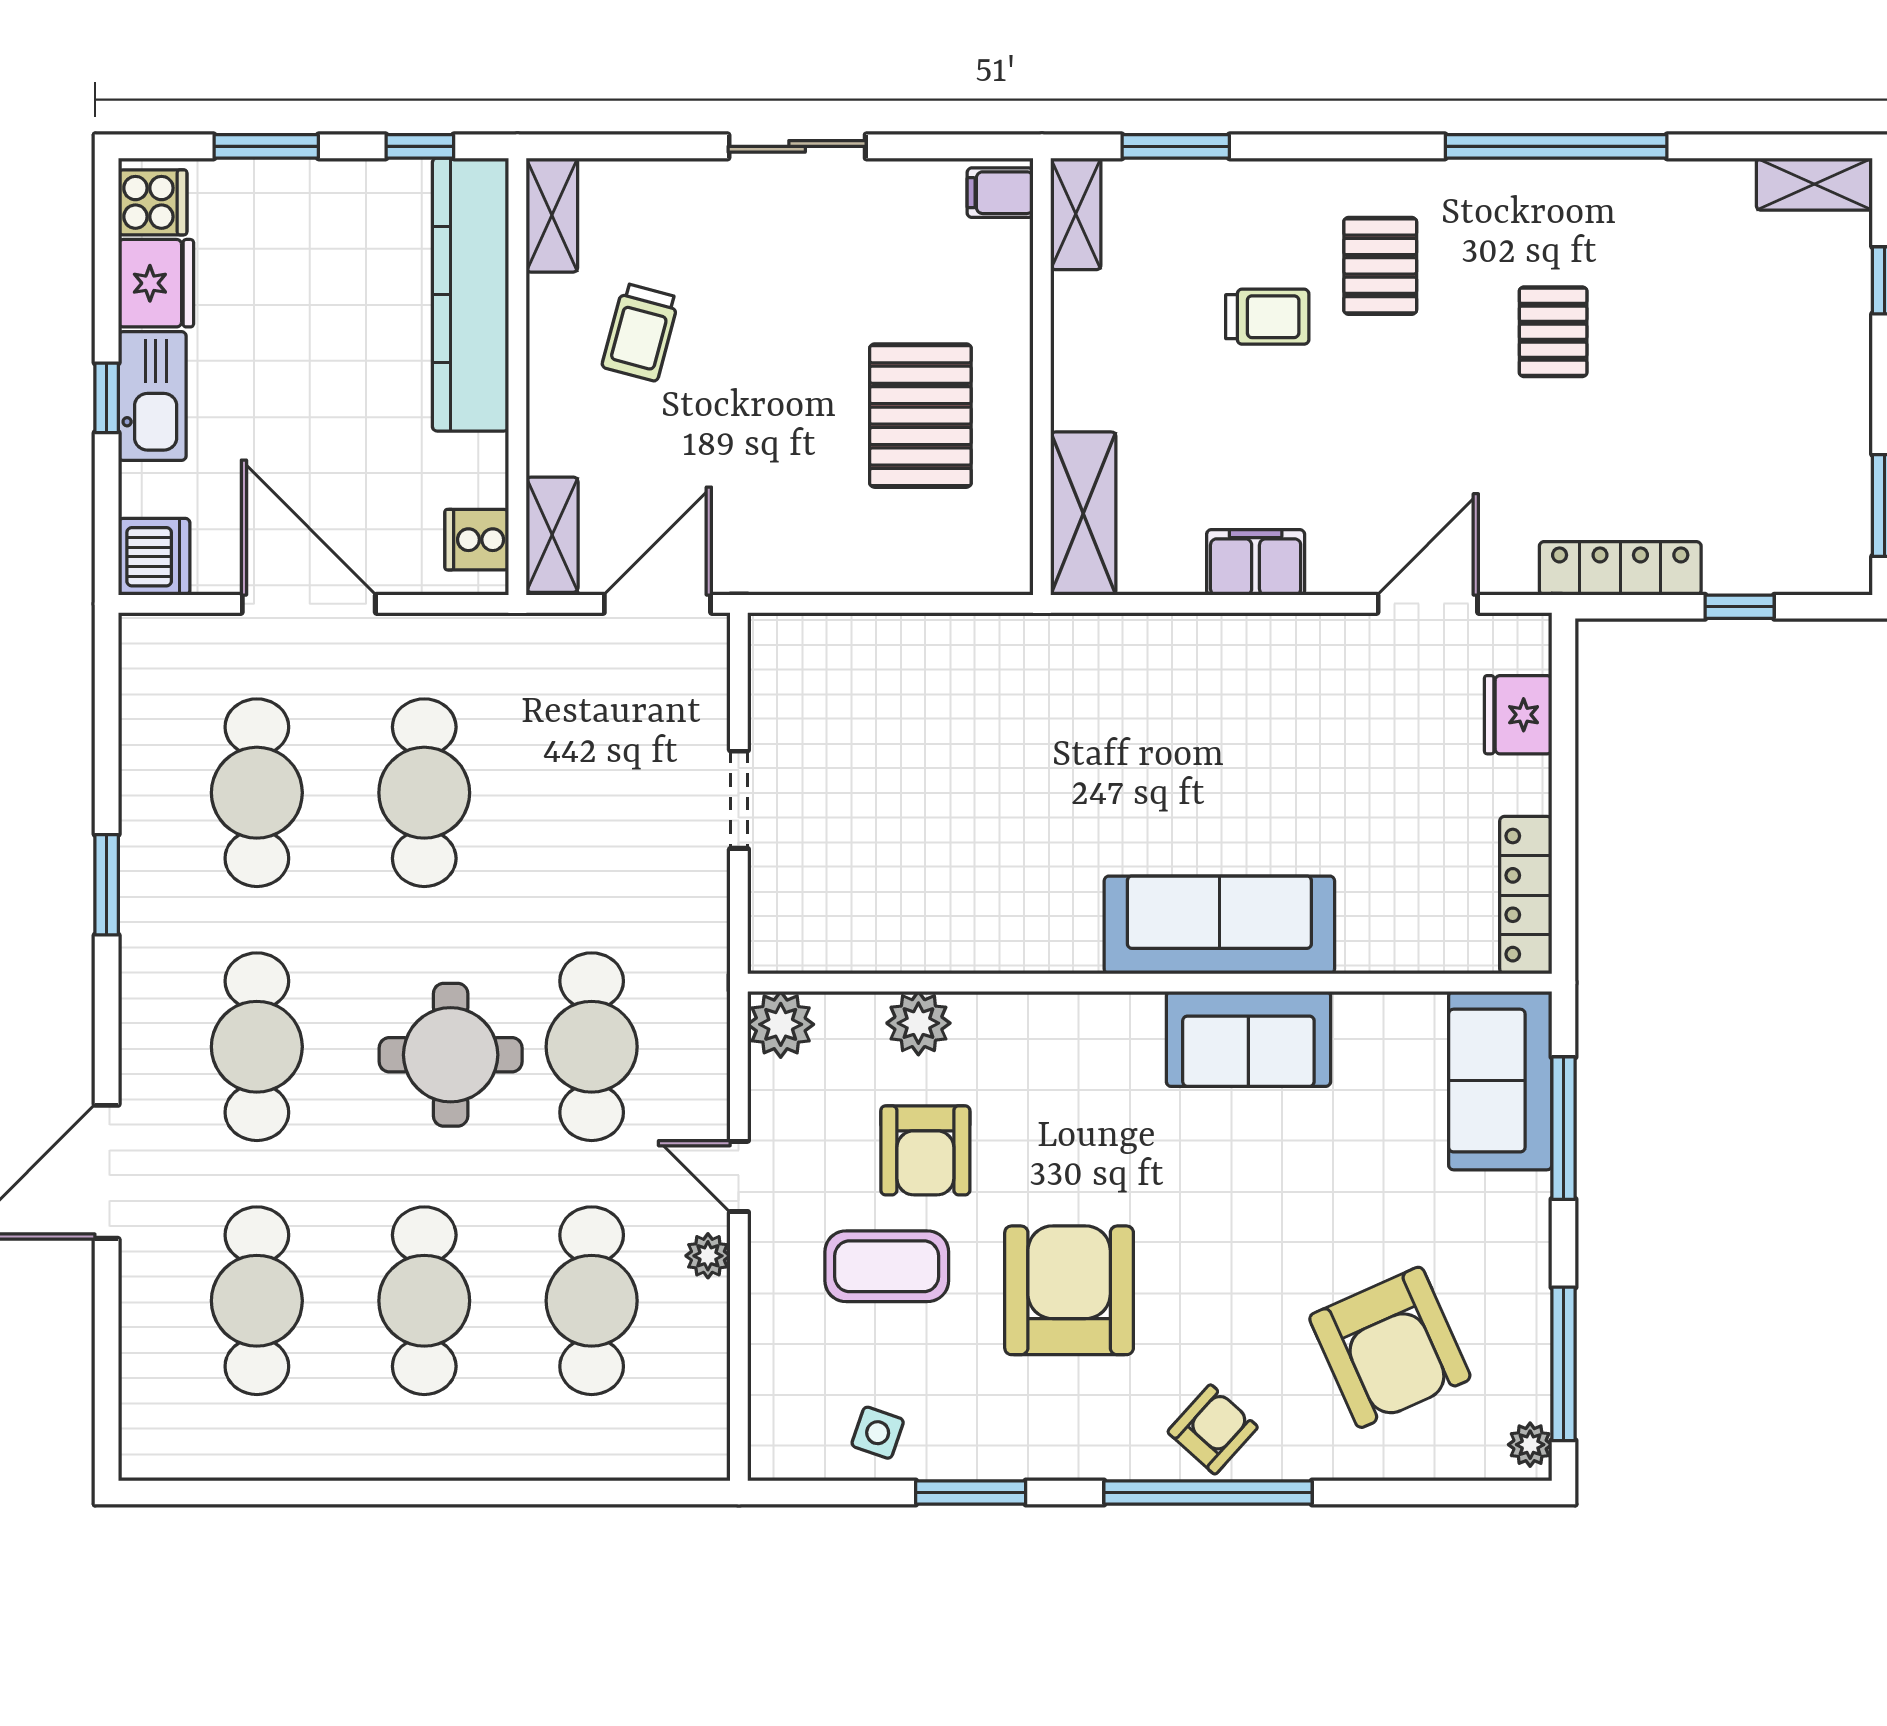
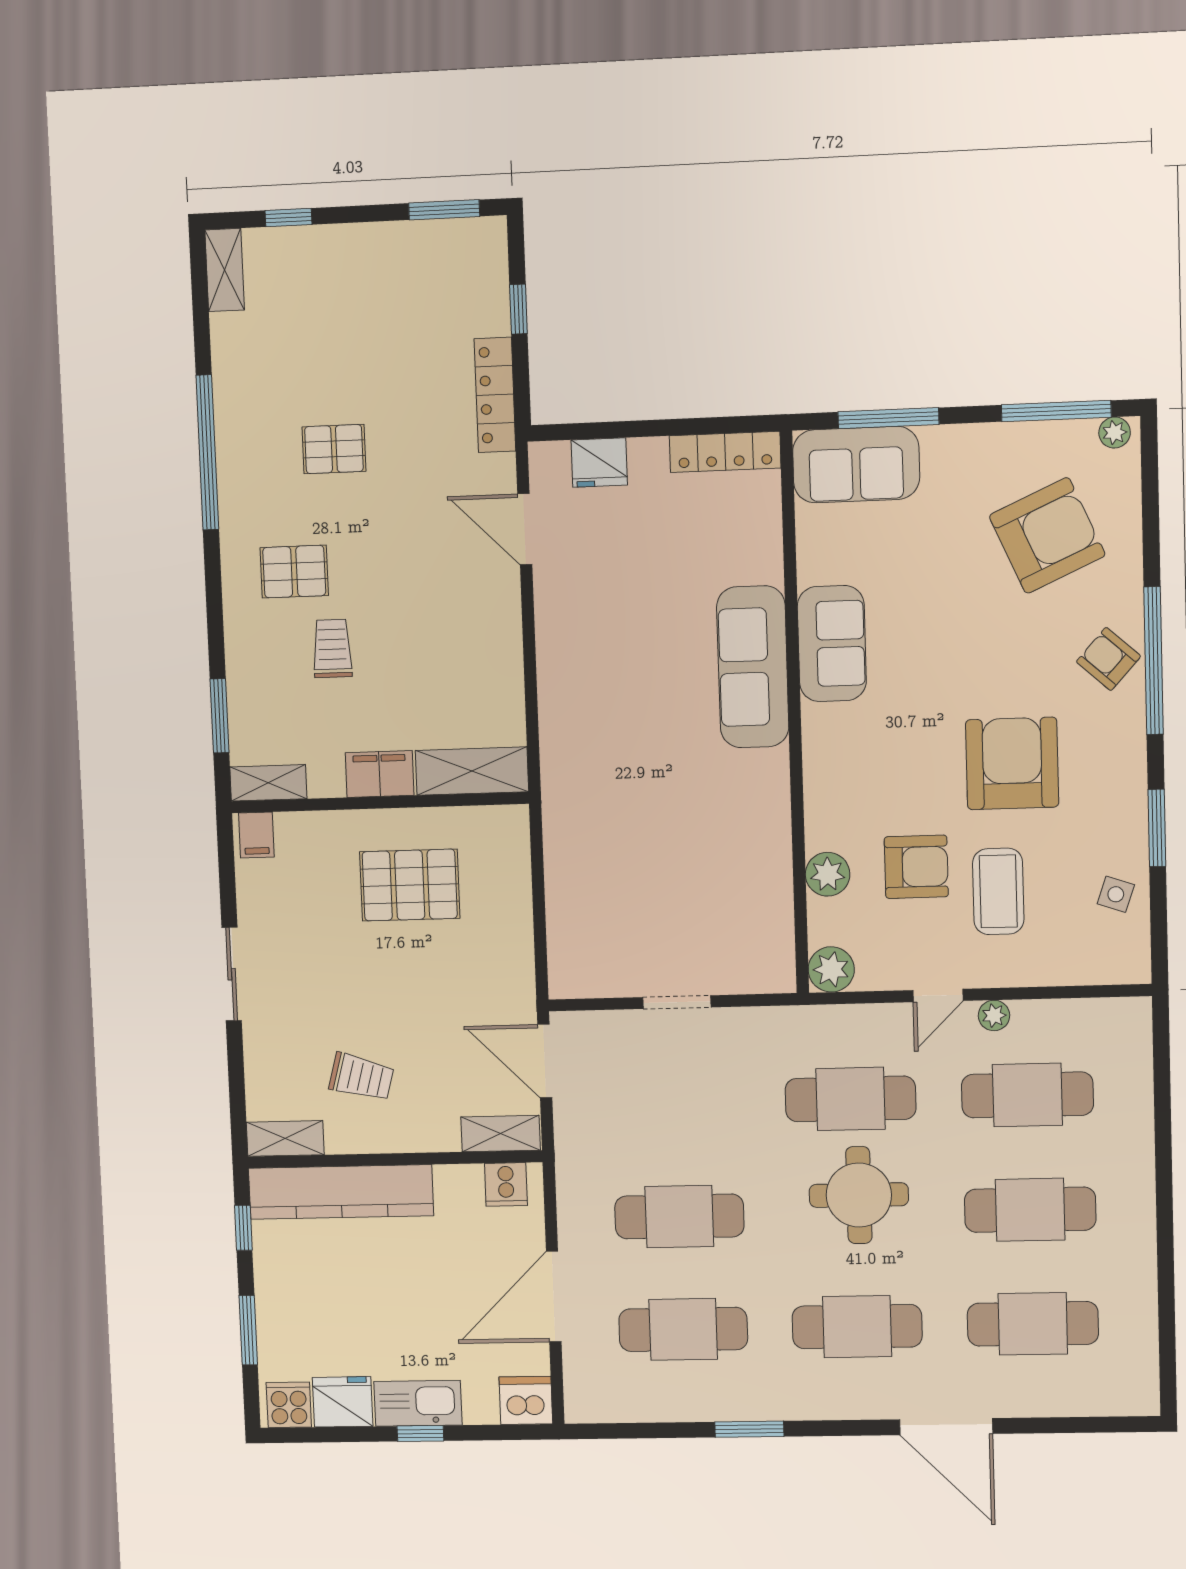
filing cabinet: (1256, 562) -> (380, 774), moved, turned 90
armchair: (1069, 1290) -> (1012, 763), turned 90

